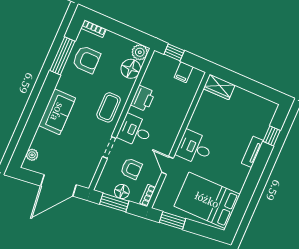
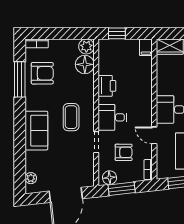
filing cabinet: (184, 72) -> (146, 47), moved
coffee table: (109, 107) -> (71, 117), moved
floor lamp: (122, 191) -> (110, 178), moved

